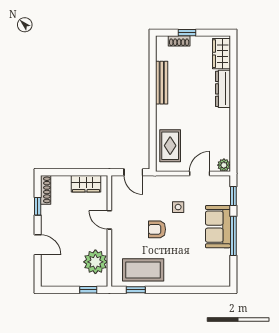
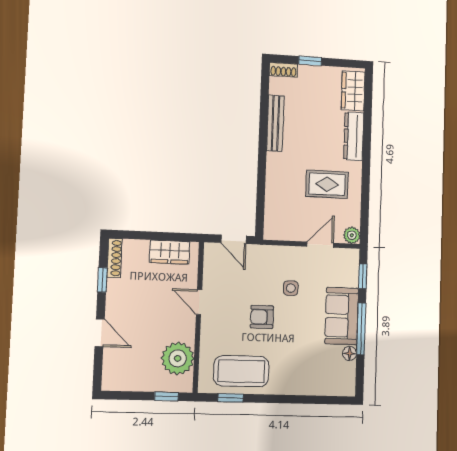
shoe rack: (179, 41) -> (283, 70), moved
rug: (170, 146) -> (327, 184), moved, turned 90
floor lamp: (225, 255) -> (350, 353), added

